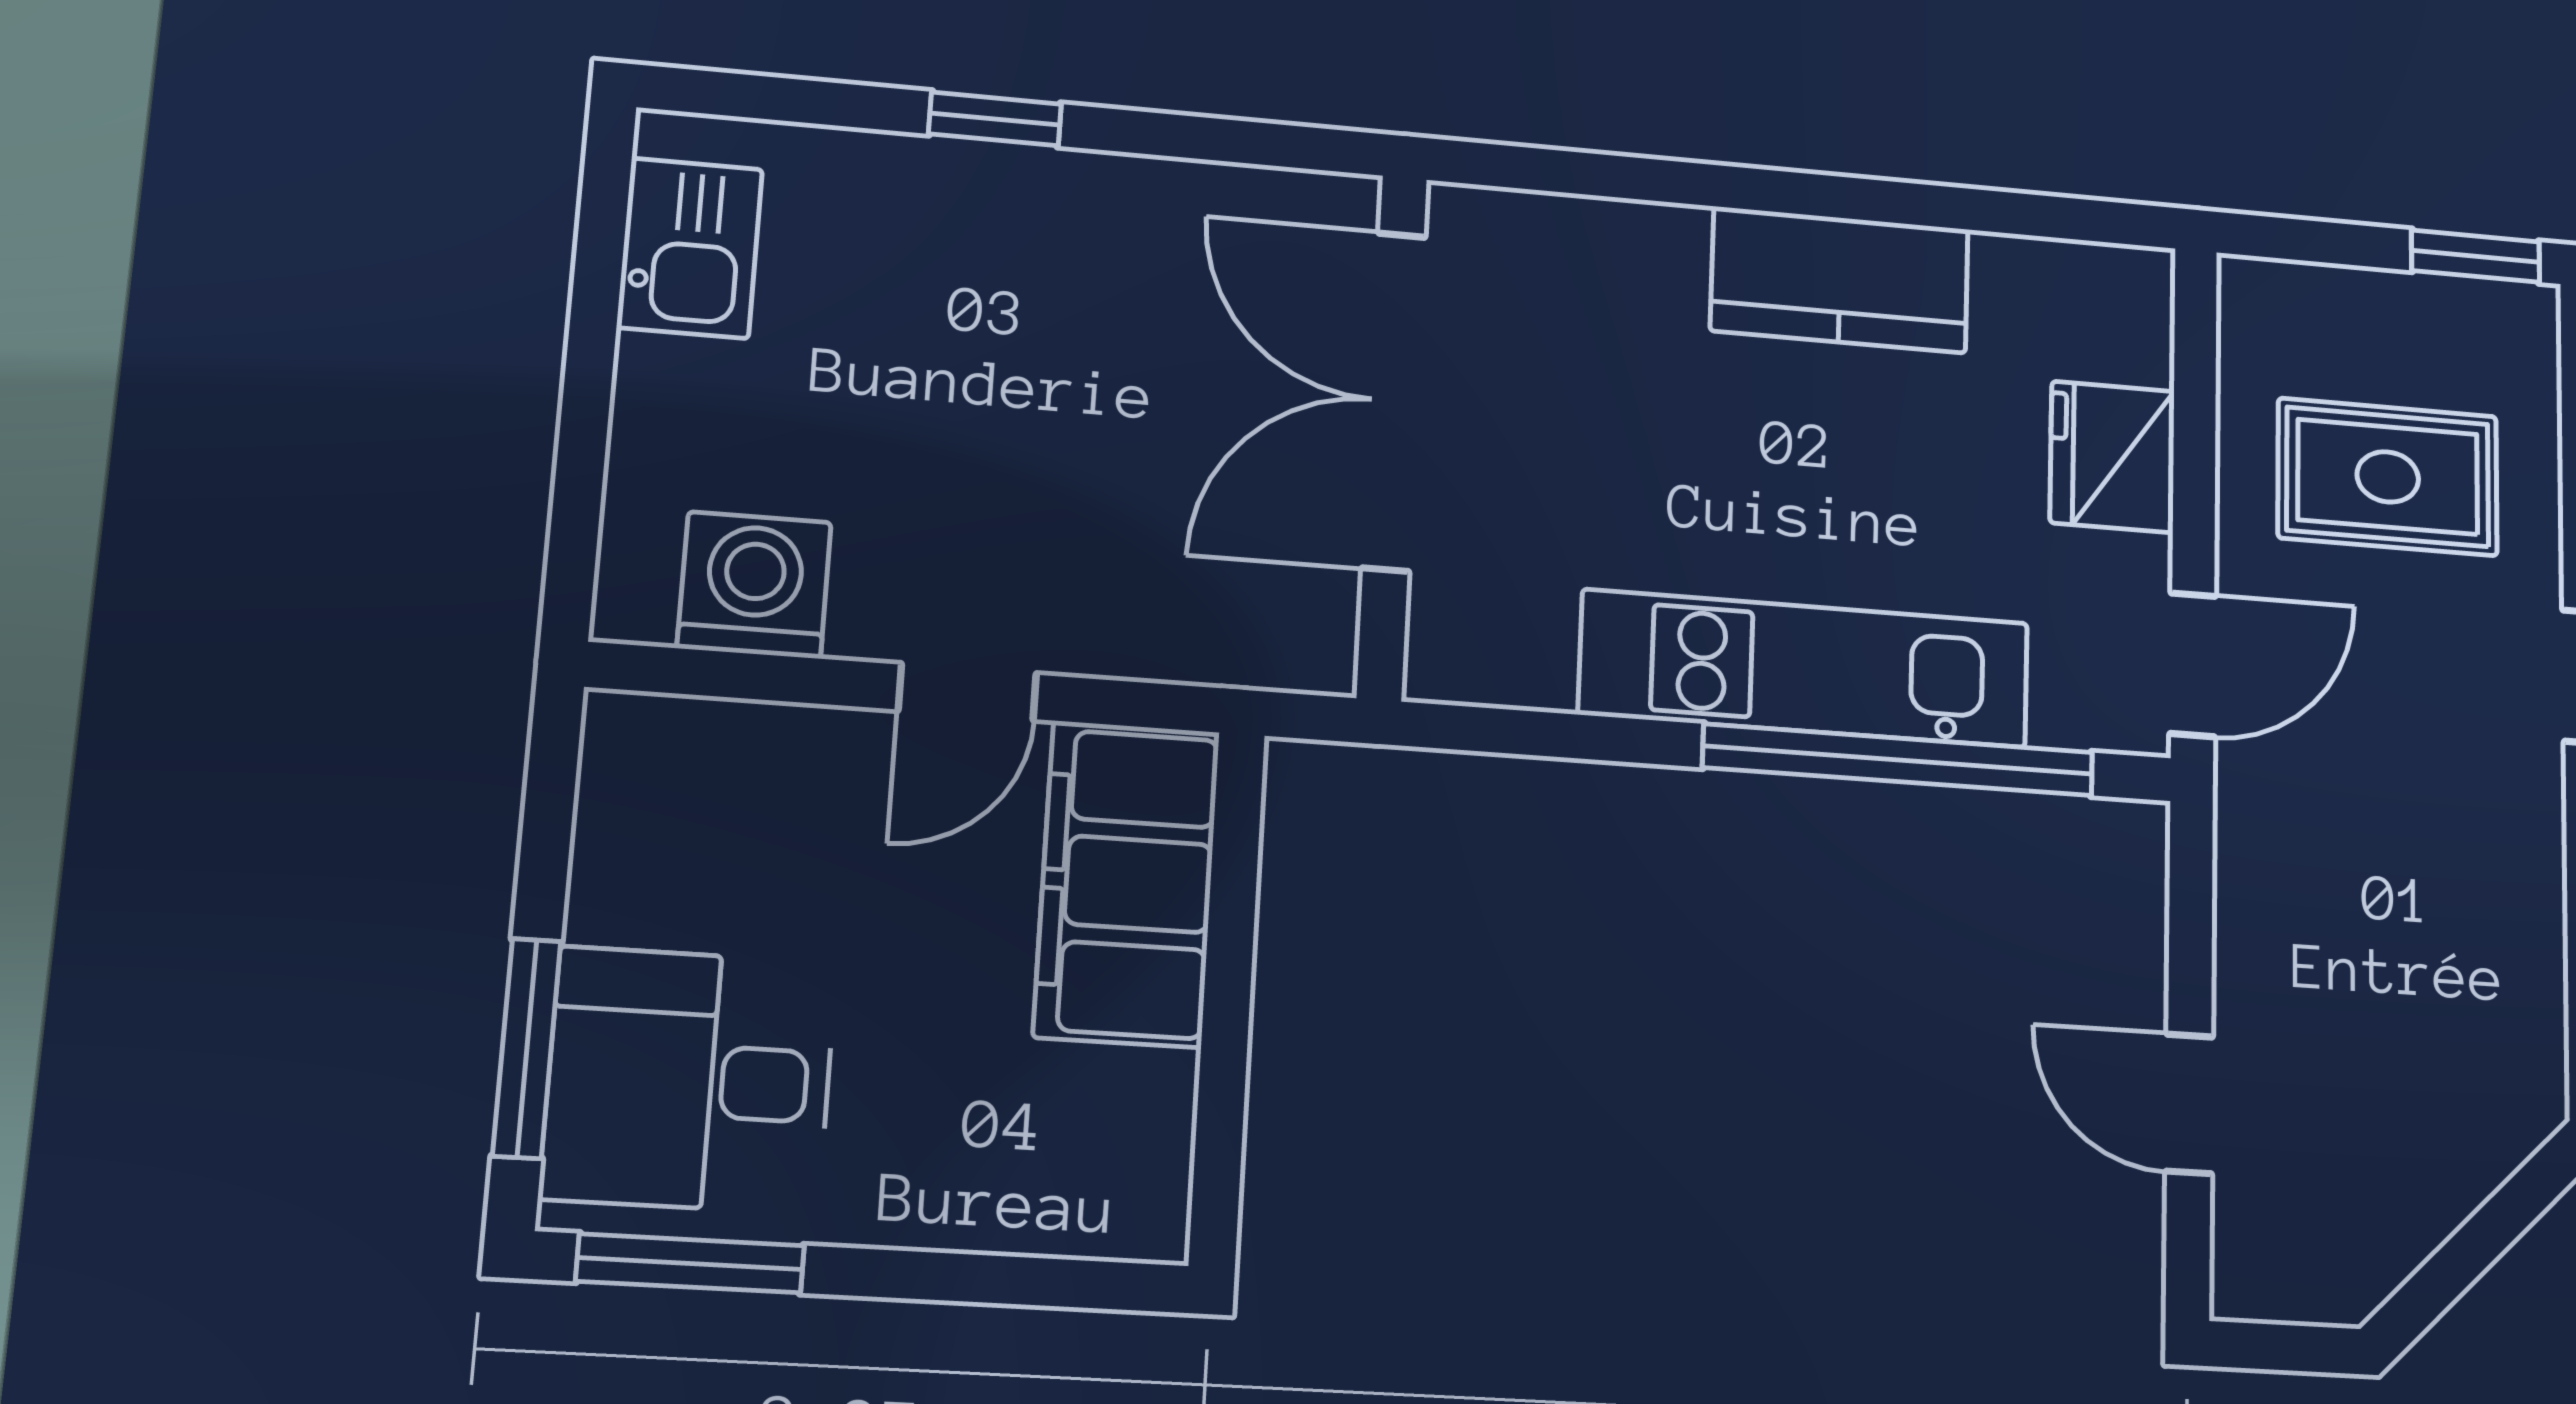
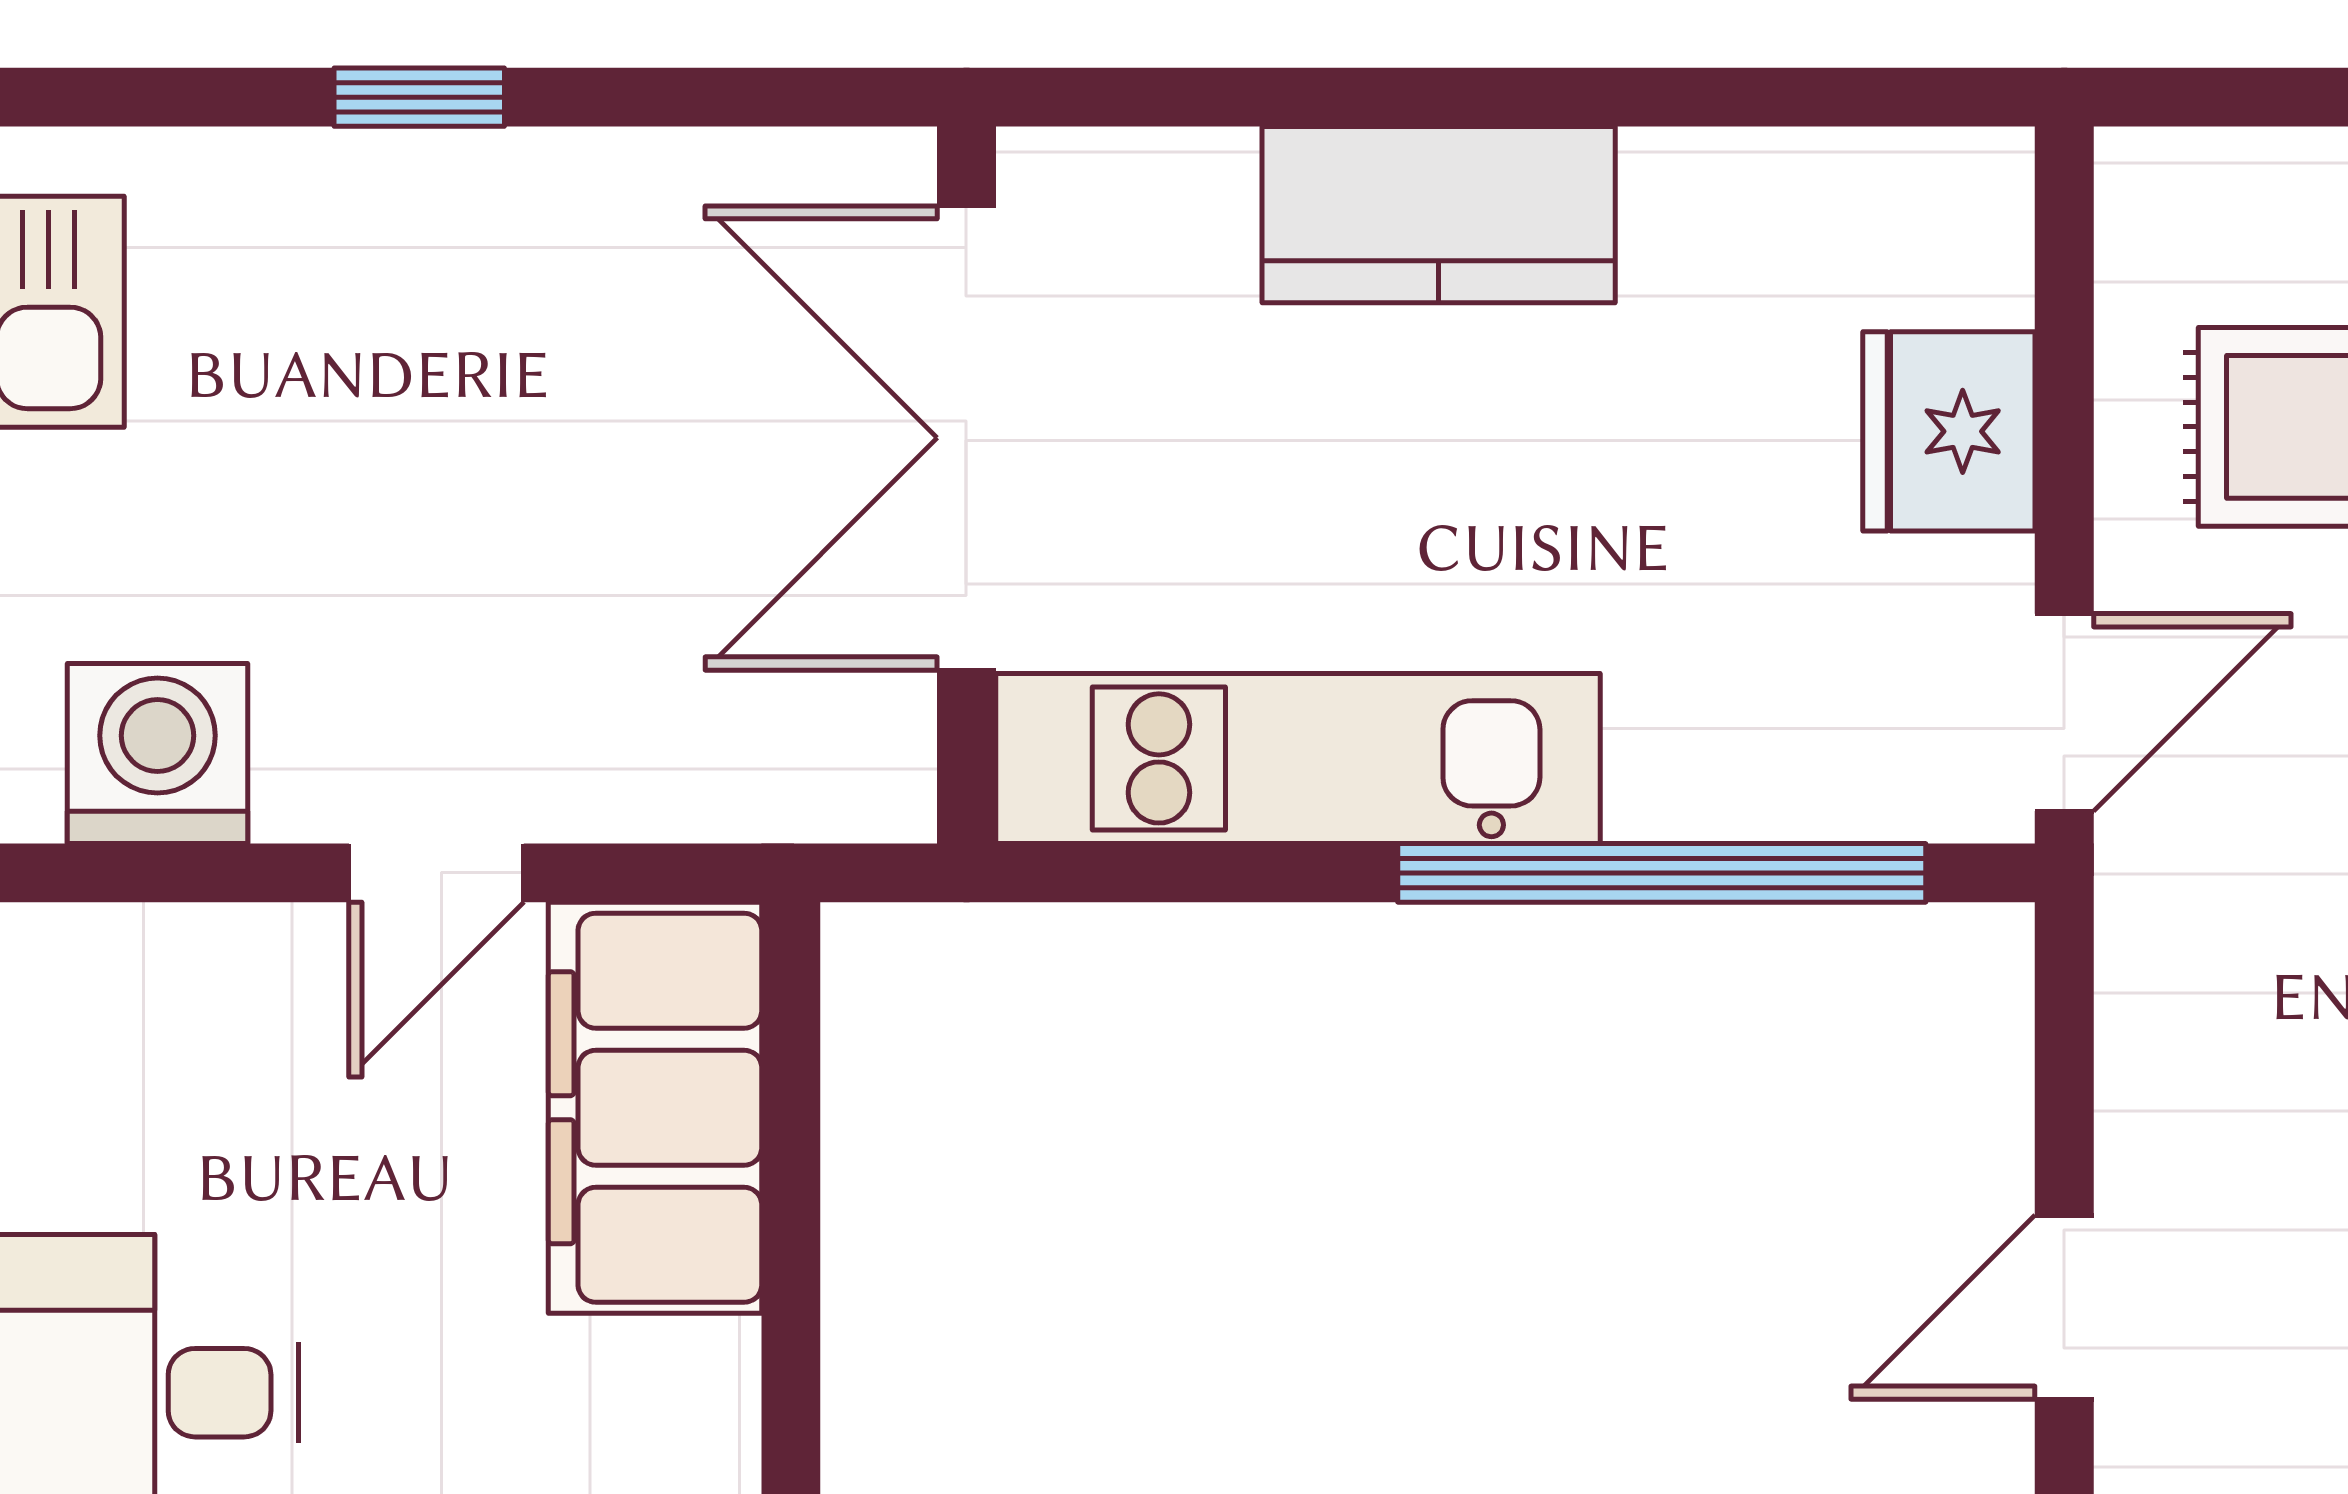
kitchen counter: (1840, 280) -> (1439, 215), moved
kitchen unit: (1805, 669) -> (1298, 758), moved
door: (2189, 1104) -> (2064, 1307), hinge flipped

